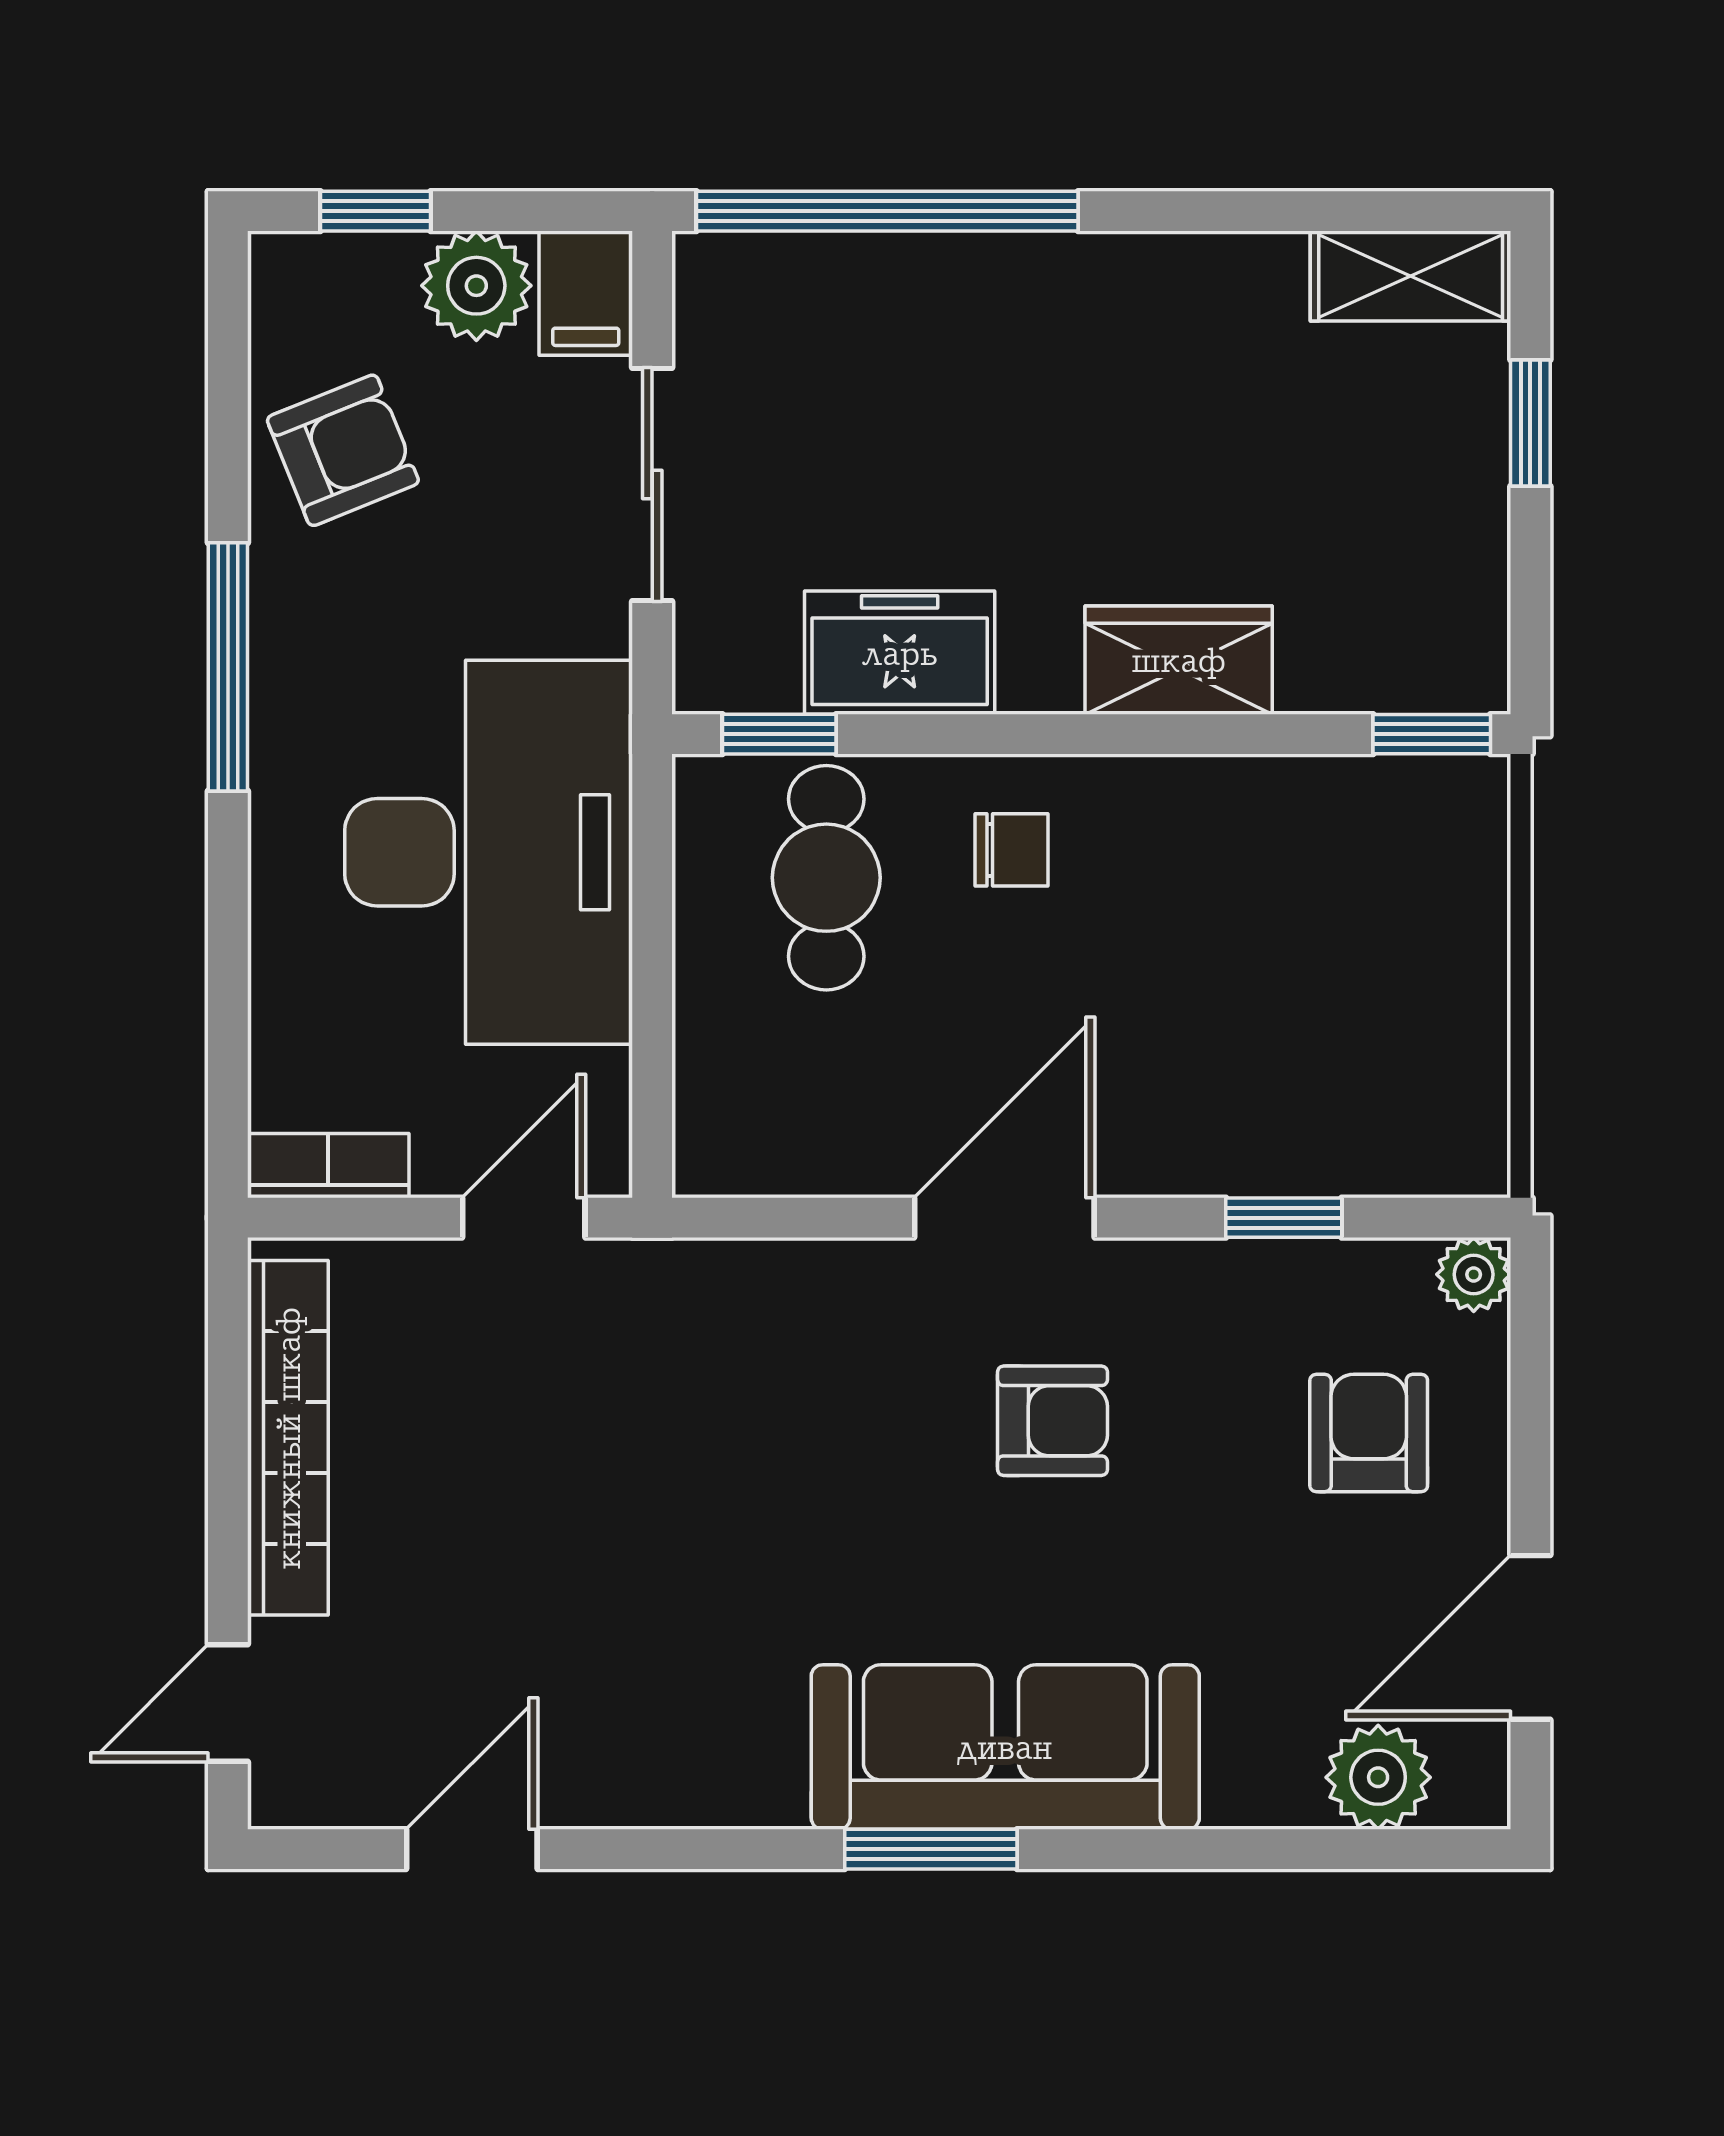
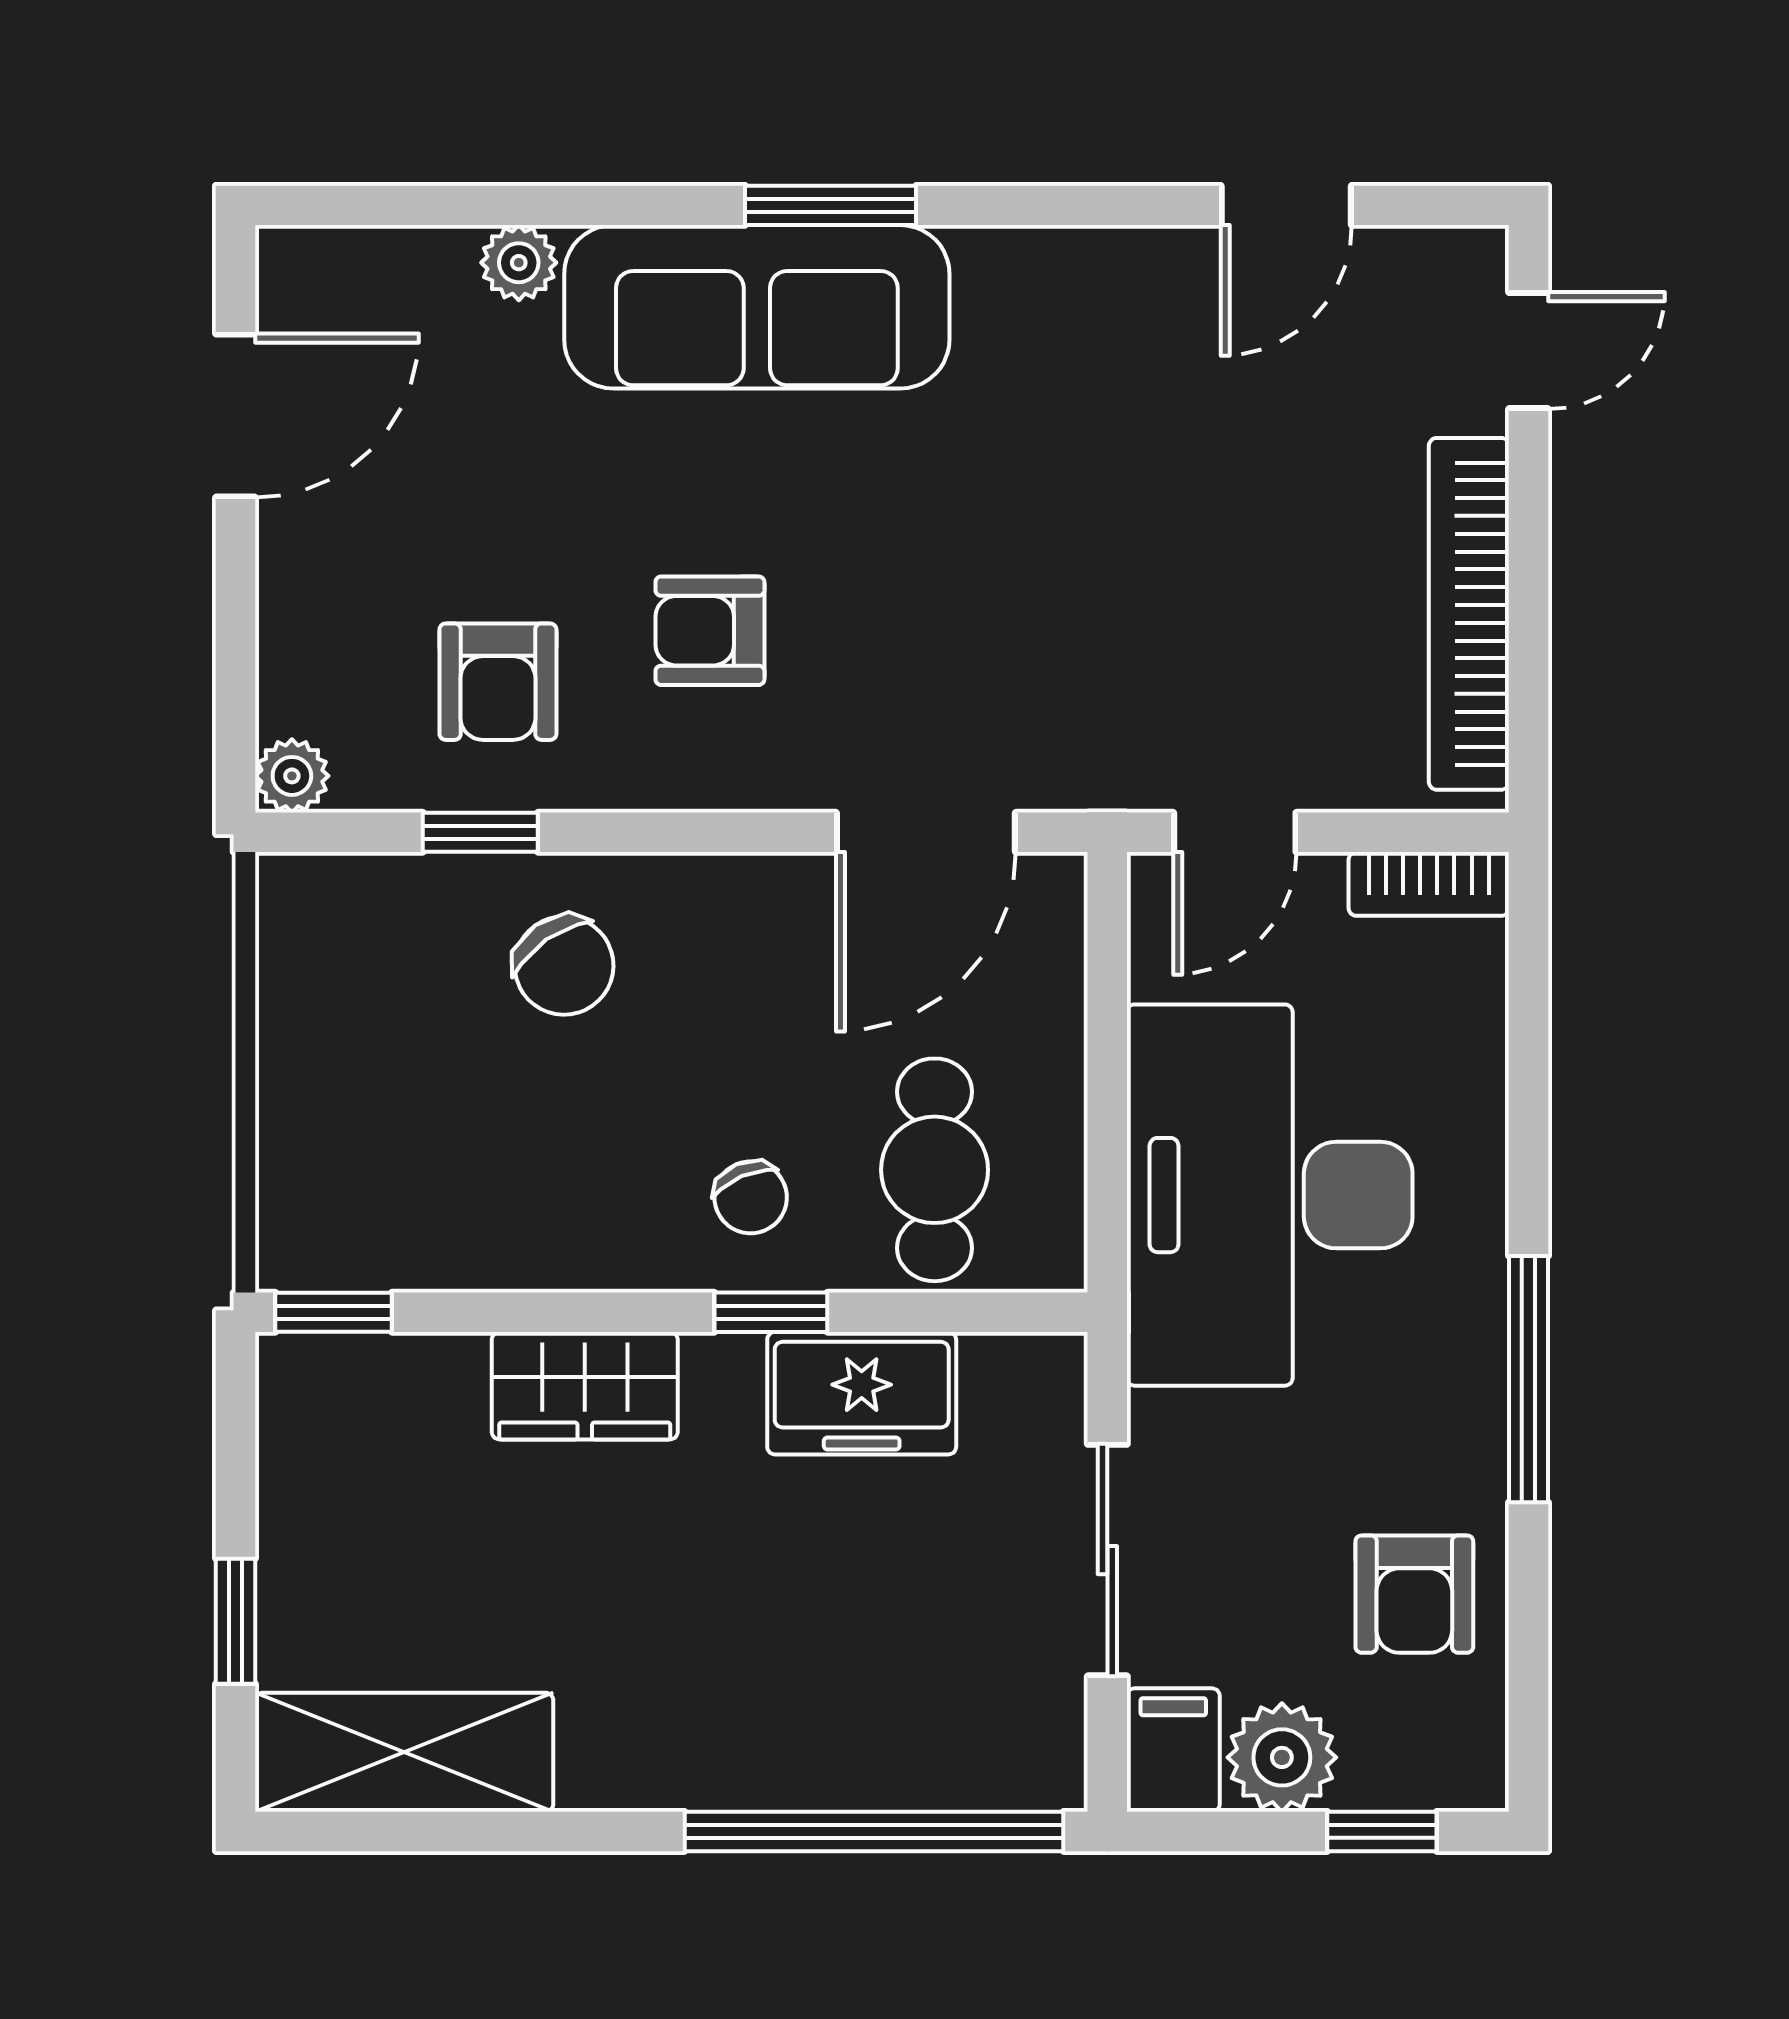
shelving: (1411, 276) -> (404, 1752), width x1.50, depth x1.33
armchair: (343, 450) -> (1414, 1594), turned -68
window: (779, 734) -> (771, 1312), moved
chair: (1011, 850) -> (751, 1197), turned -113
chair: (1200, 1083) -> (564, 966), added
door: (1004, 1218) -> (926, 832), moved
armchair: (1369, 1433) -> (498, 682), moved
plant: (1378, 1777) -> (519, 263), moved, width x0.73, depth x0.73

